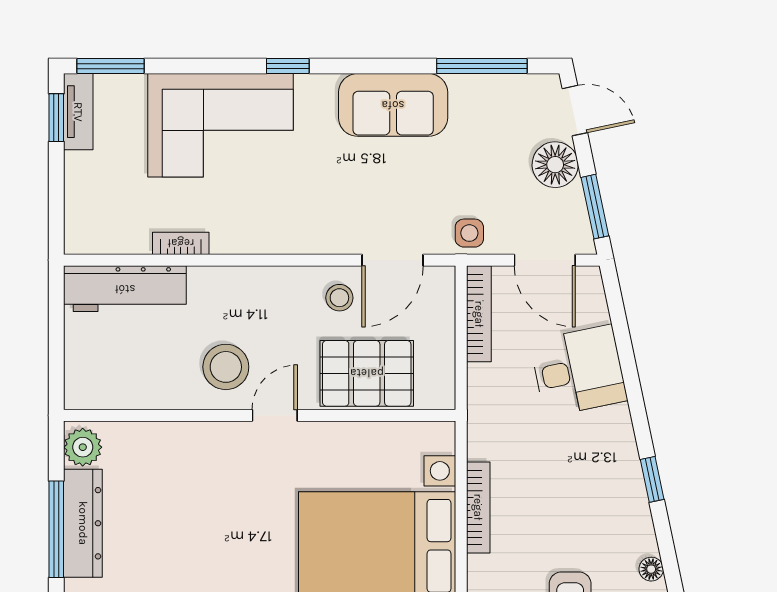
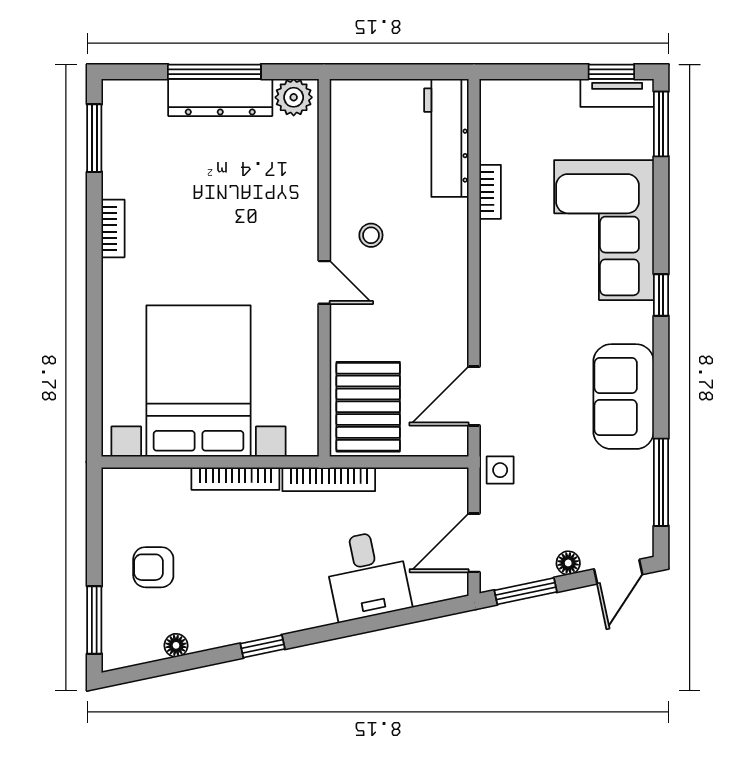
floor lamp: (555, 165) -> (568, 563), width x0.53, depth x0.53
door: (393, 260) -> (474, 396), hinge flipped
stool: (339, 298) -> (438, 345), removed
bookcase: (479, 314) -> (329, 479), moved
stool: (226, 367) -> (371, 235), width x0.53, depth x0.53
pallet: (367, 373) -> (368, 407), moved

